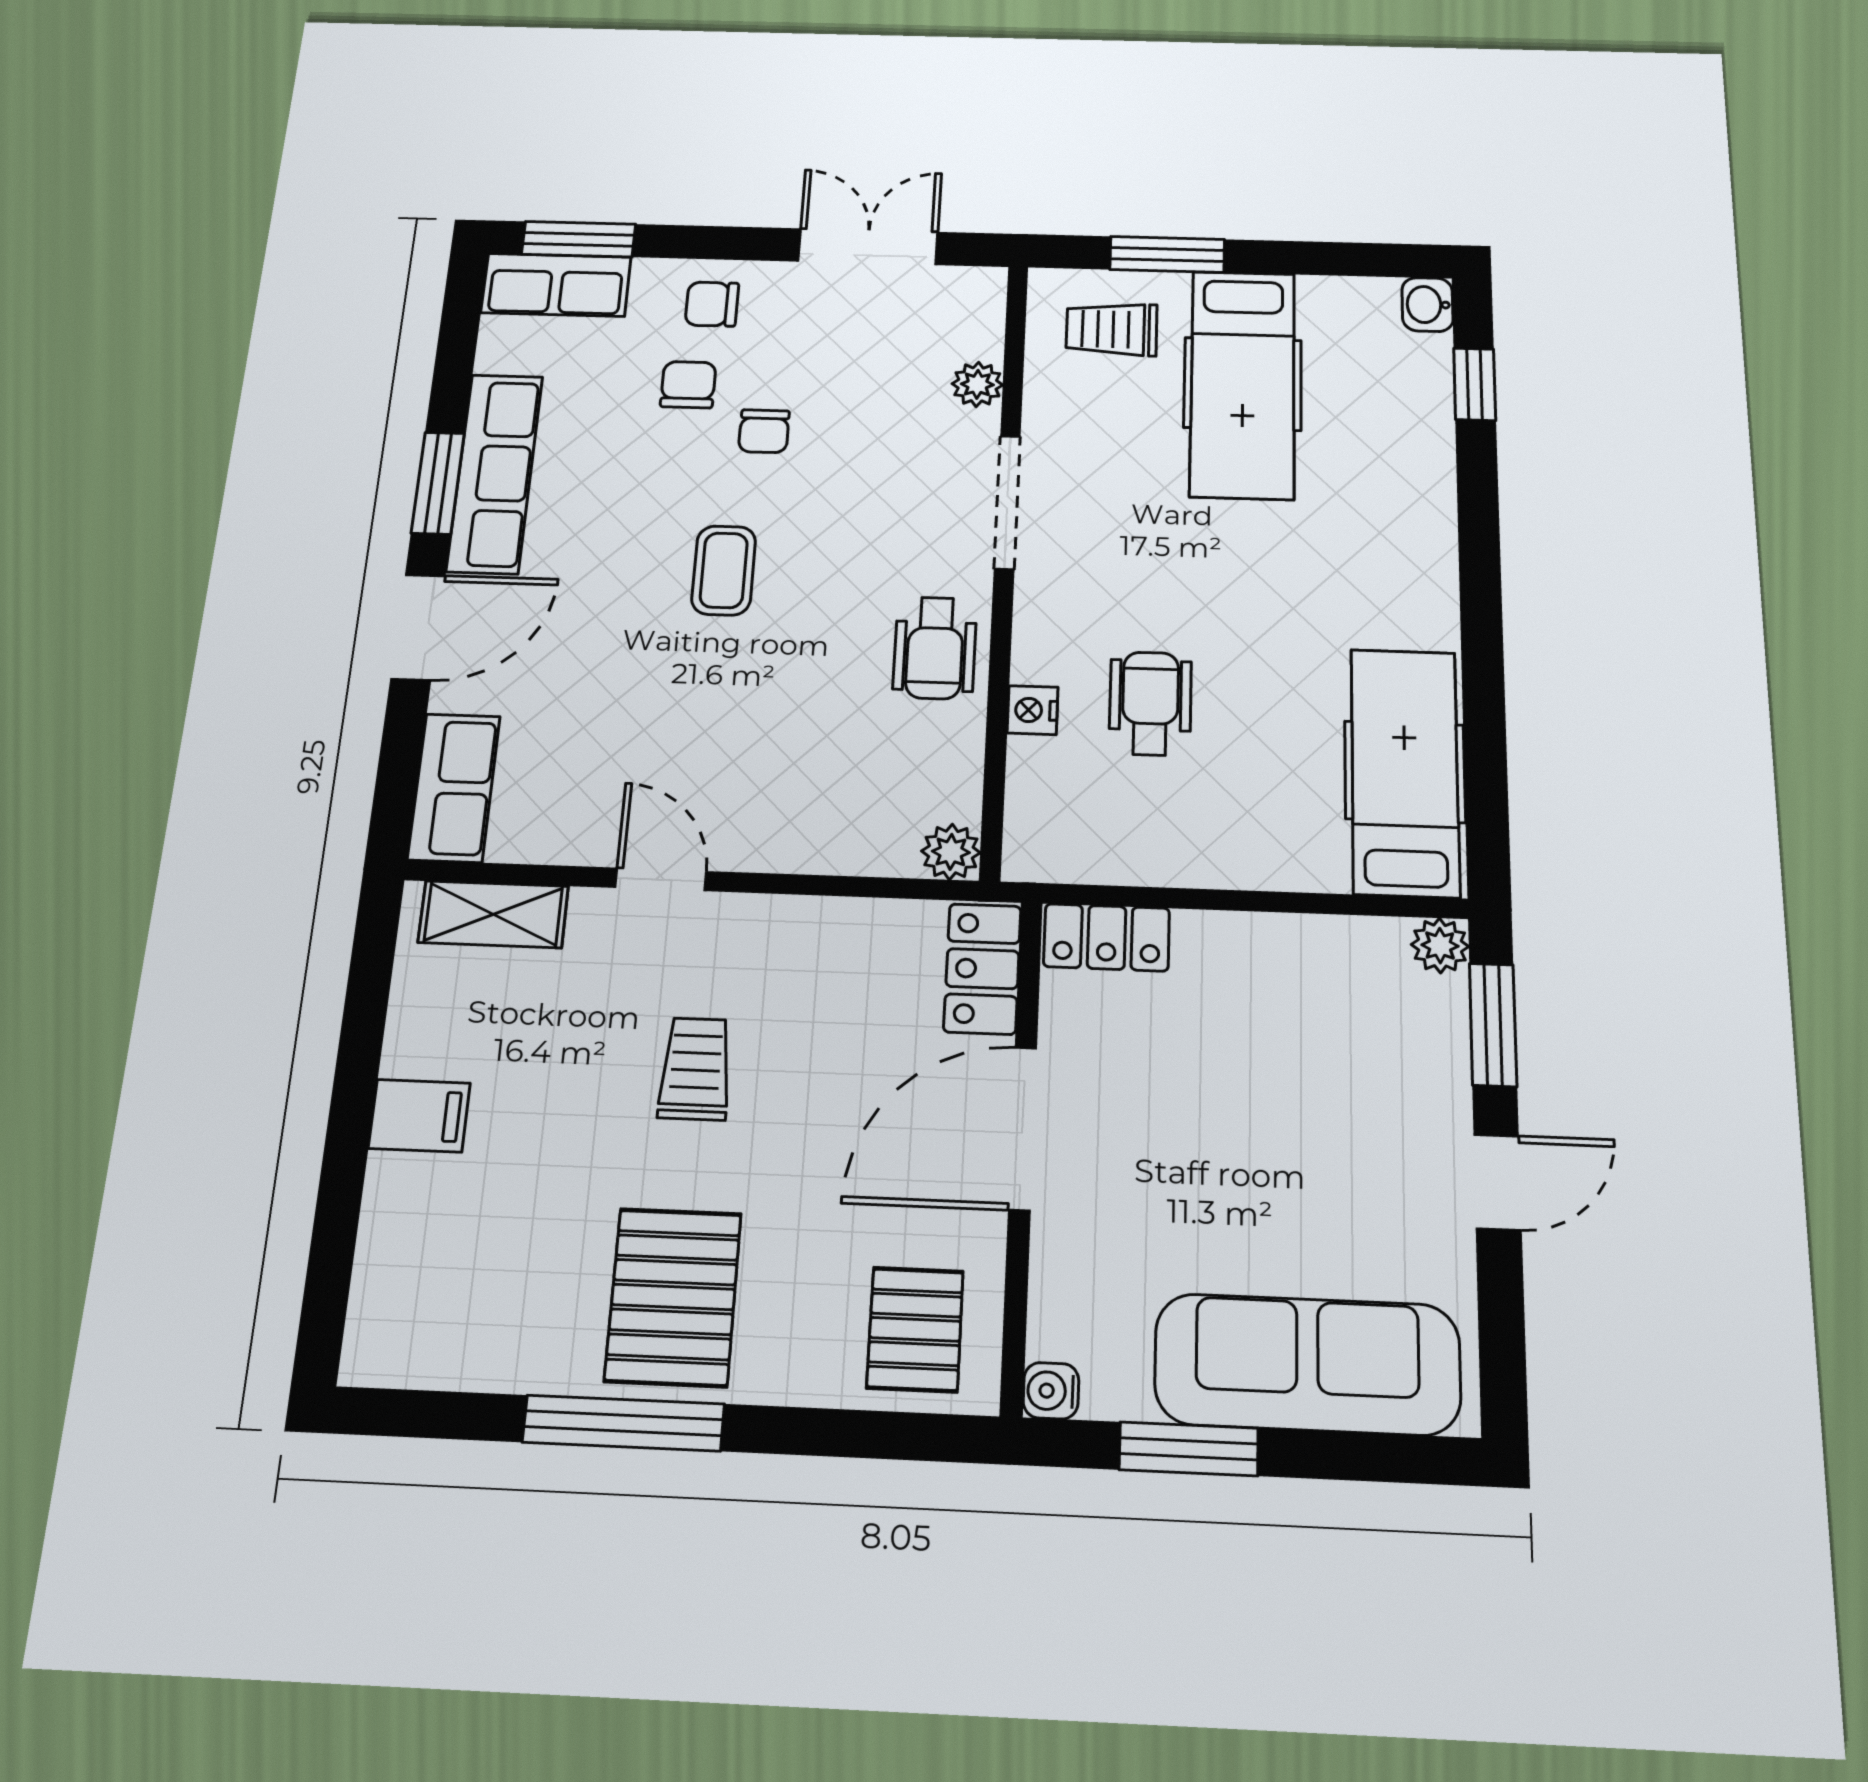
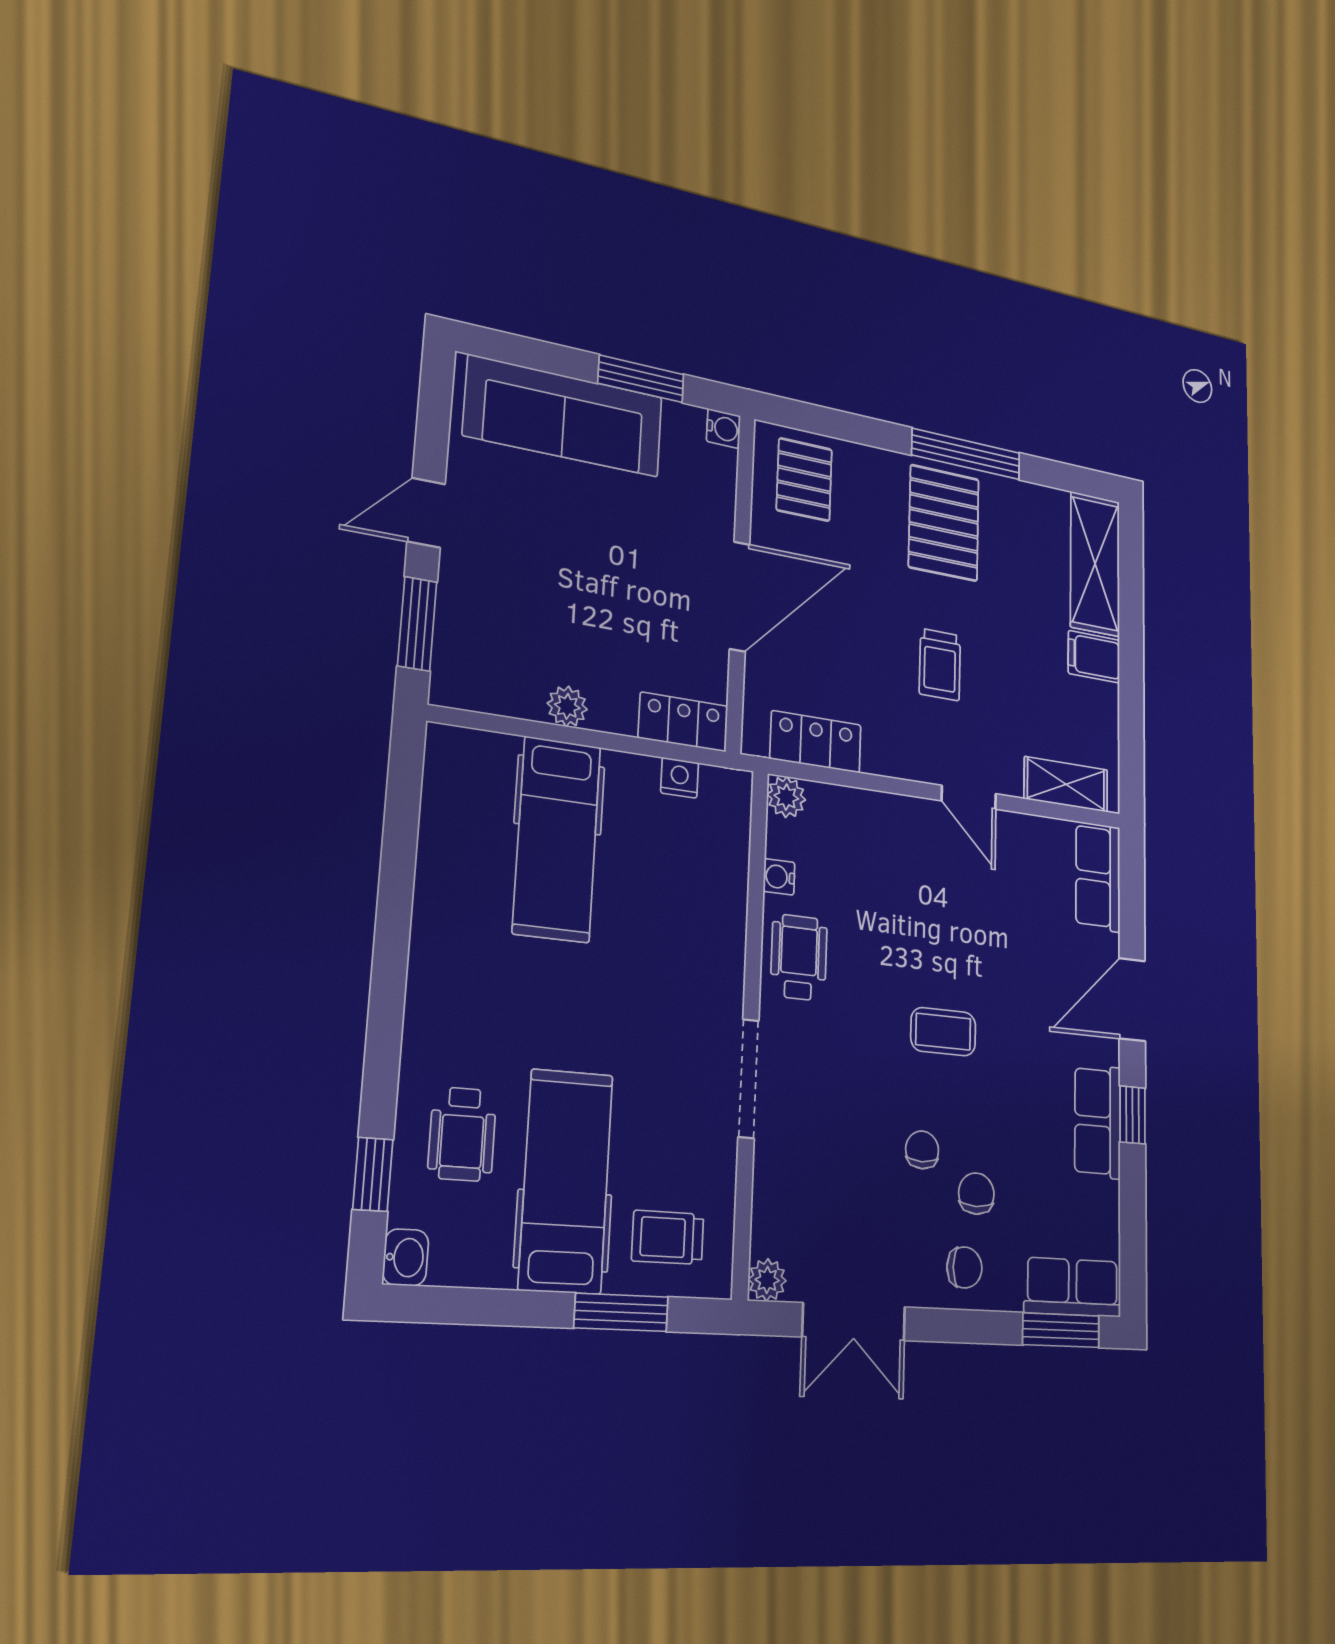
trolley: (1112, 329) -> (668, 1237), turned 180
plant: (977, 384) -> (767, 1280), moved
chair: (688, 385) -> (976, 1194), turned 180
row of seats: (495, 473) -> (1098, 1121), width x0.68
window: (438, 483) -> (1133, 1115), width x0.67
coffee table: (724, 570) -> (943, 1032), turned 90
wheelchair: (1150, 703) -> (462, 1134), moved
nightstand: (1033, 710) -> (680, 778), moved, turned -90
water cooler: (963, 747) -> (779, 877), added
hospital bed: (1405, 772) -> (557, 839), moved
plant: (1440, 946) -> (567, 706), moved
locker: (982, 969) -> (816, 742), moved, turned -90
shelving: (398, 1270) -> (1095, 564), added

